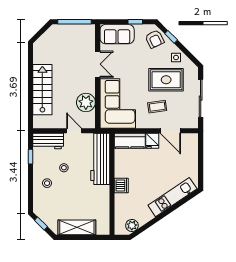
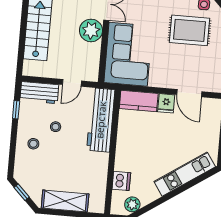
plant: (86, 102) -> (91, 30), moved
coffee table: (157, 107) -> (176, 62), removed
door: (74, 131) -> (72, 83), swing flipped
dishwasher: (121, 185) -> (121, 181), moved

